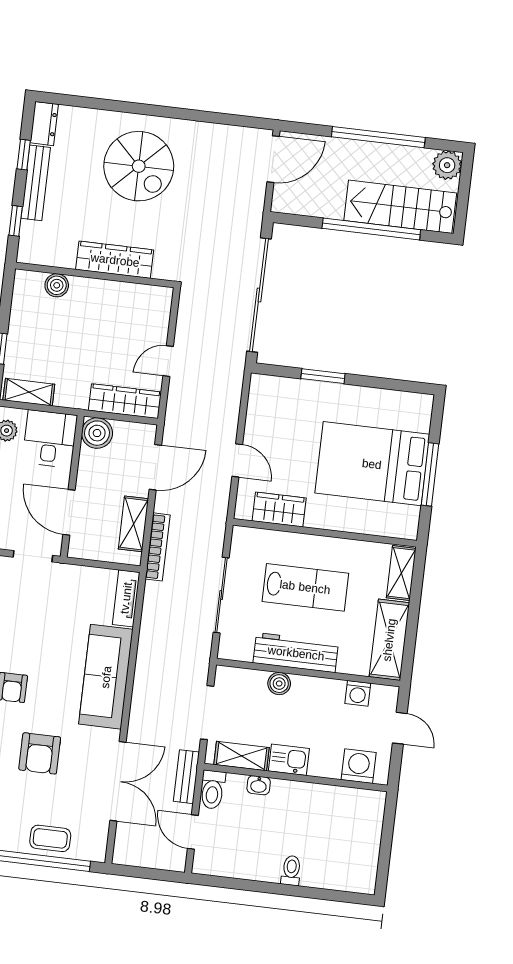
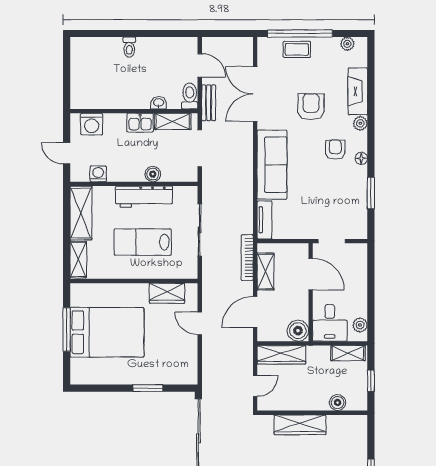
wardrobe: (115, 260) -> (300, 425), moved
wall: (95, 275) -> (312, 413), moved
boiler: (57, 285) -> (338, 403), moved

